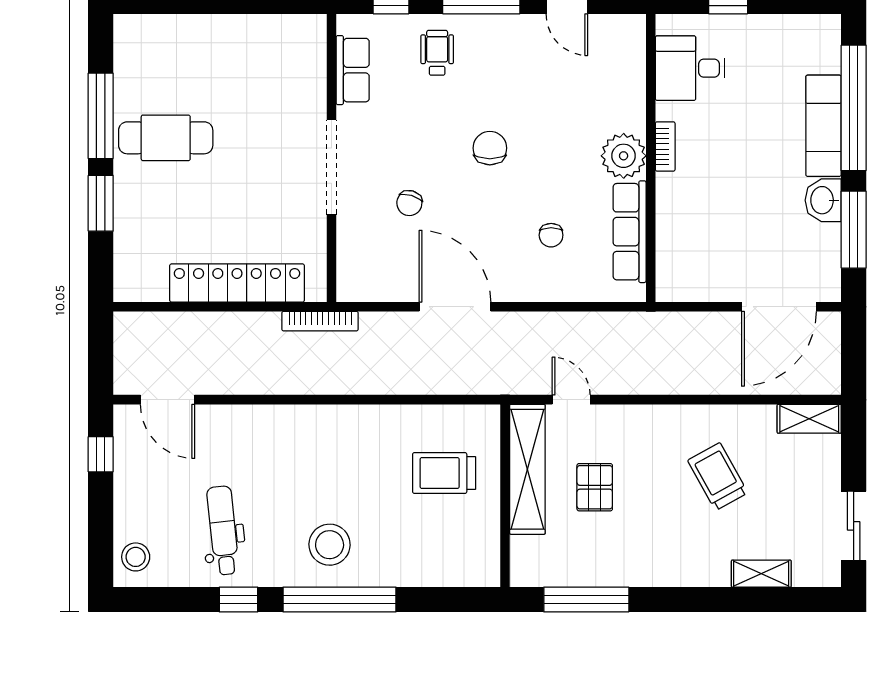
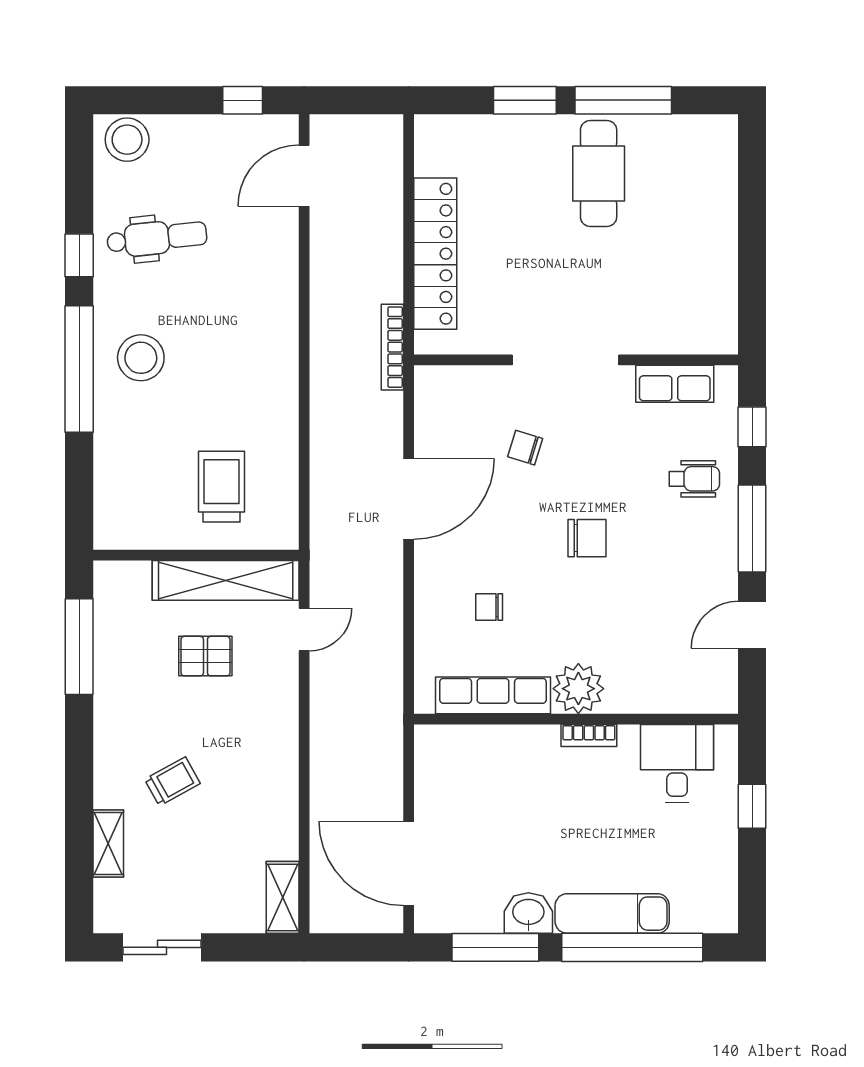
trolley: (718, 477) -> (172, 781), moved, width x0.73, depth x0.72
stool: (136, 557) -> (127, 140), width x1.38, depth x1.38

